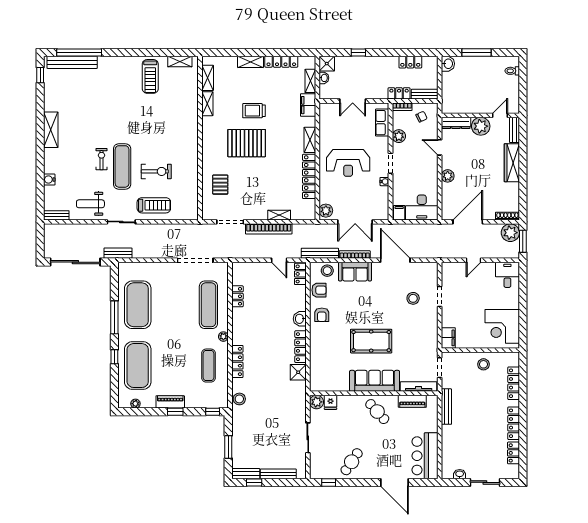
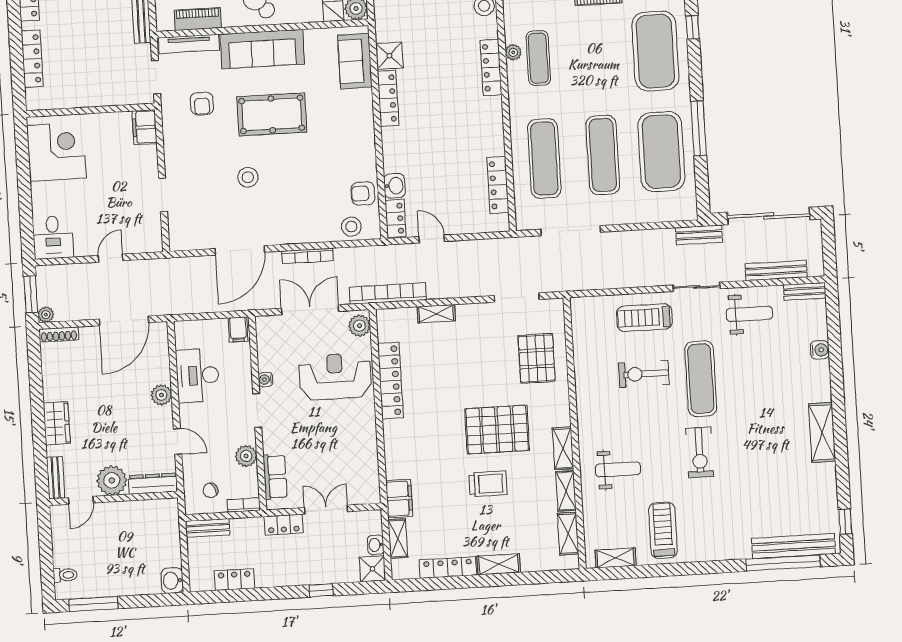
window: (477, 52) -> (94, 604), moved
locker: (399, 93) -> (284, 525), moved
weight bench: (175, 115) -> (618, 469), added
shelving: (310, 140) -> (563, 448), moved
exercise bike: (101, 159) -> (699, 452), moved, width x1.38, depth x1.39
reception desk: (348, 163) -> (335, 376), moved
wardrobe: (512, 163) -> (57, 423), width x0.67
pallet: (220, 185) -> (537, 358), width x1.50, depth x1.42
desk: (422, 208) -> (198, 376), moved, turned -90
bookcase: (269, 229) -> (388, 294), moved
plant: (510, 233) -> (46, 315), width x0.53, depth x0.53
bench: (320, 253) -> (776, 271), moved
door: (395, 260) -> (240, 250), hinge flipped
sofa: (355, 272) -> (355, 61), moved, turned -90
locker: (237, 296) -> (498, 185), width x1.53
stool: (413, 298) -> (248, 177), moved
exercise mat: (173, 305) -> (603, 155), added
armchair: (322, 315) -> (202, 104), moved, turned 180
washbasin: (300, 319) -> (394, 186), moved
plant: (223, 337) -> (513, 52), moved
window: (114, 357) -> (693, 27), moved
stool: (483, 364) -> (84, 87), removed

